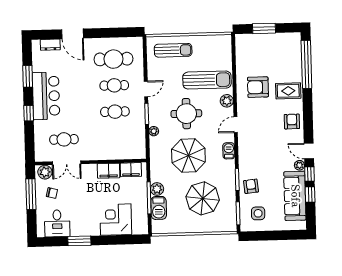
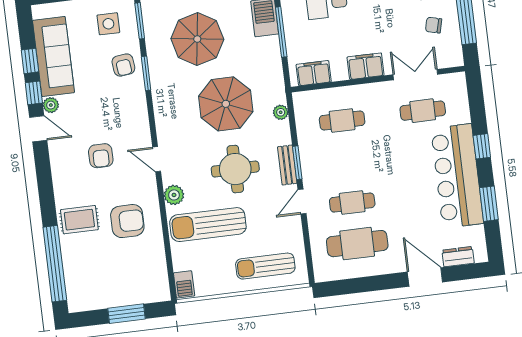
bar counter: (46, 96) -> (457, 176), width x1.36
cafe table: (115, 112) -> (342, 121), moved
bench: (153, 113) -> (287, 165), added
armchair: (292, 121) -> (101, 156), moved
door: (236, 125) -> (157, 159), swing flipped
plant: (154, 131) -> (281, 112), moved
barbecue: (229, 151) -> (184, 284), moved
filing cabinet: (109, 171) -> (366, 66), moved
plant: (45, 172) -> (448, 57), removed
plant: (157, 189) -> (270, 47), removed

